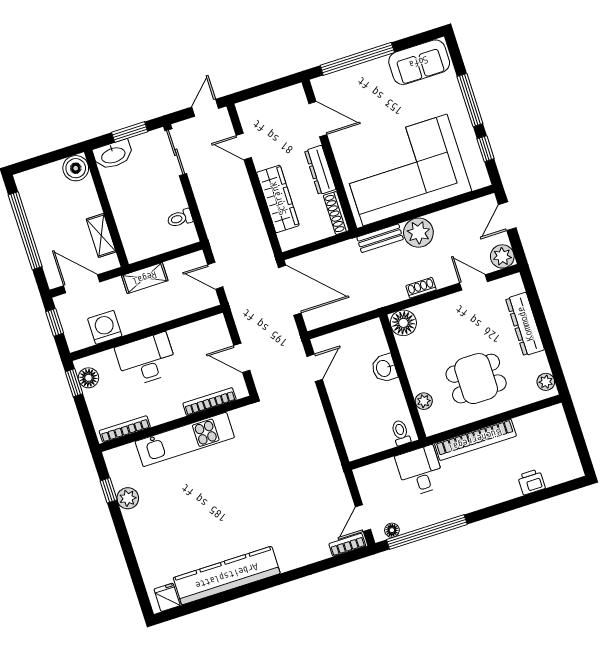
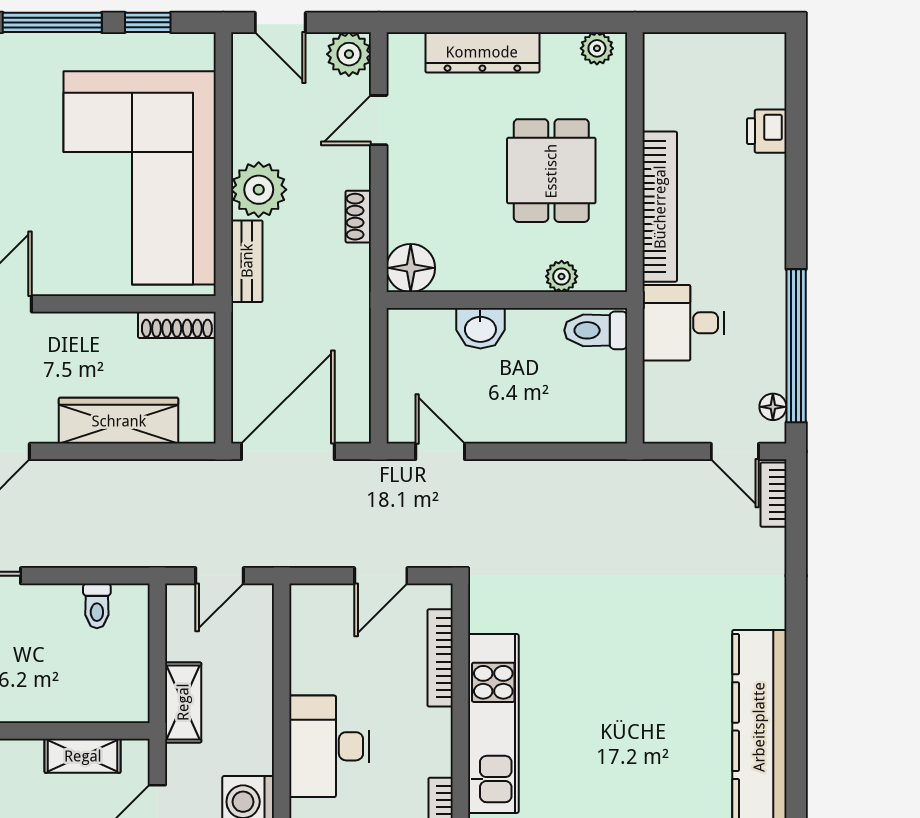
dresser: (320, 170) -> (91, 329), removed
toilet: (401, 433) -> (596, 330), width x1.37, depth x1.39

